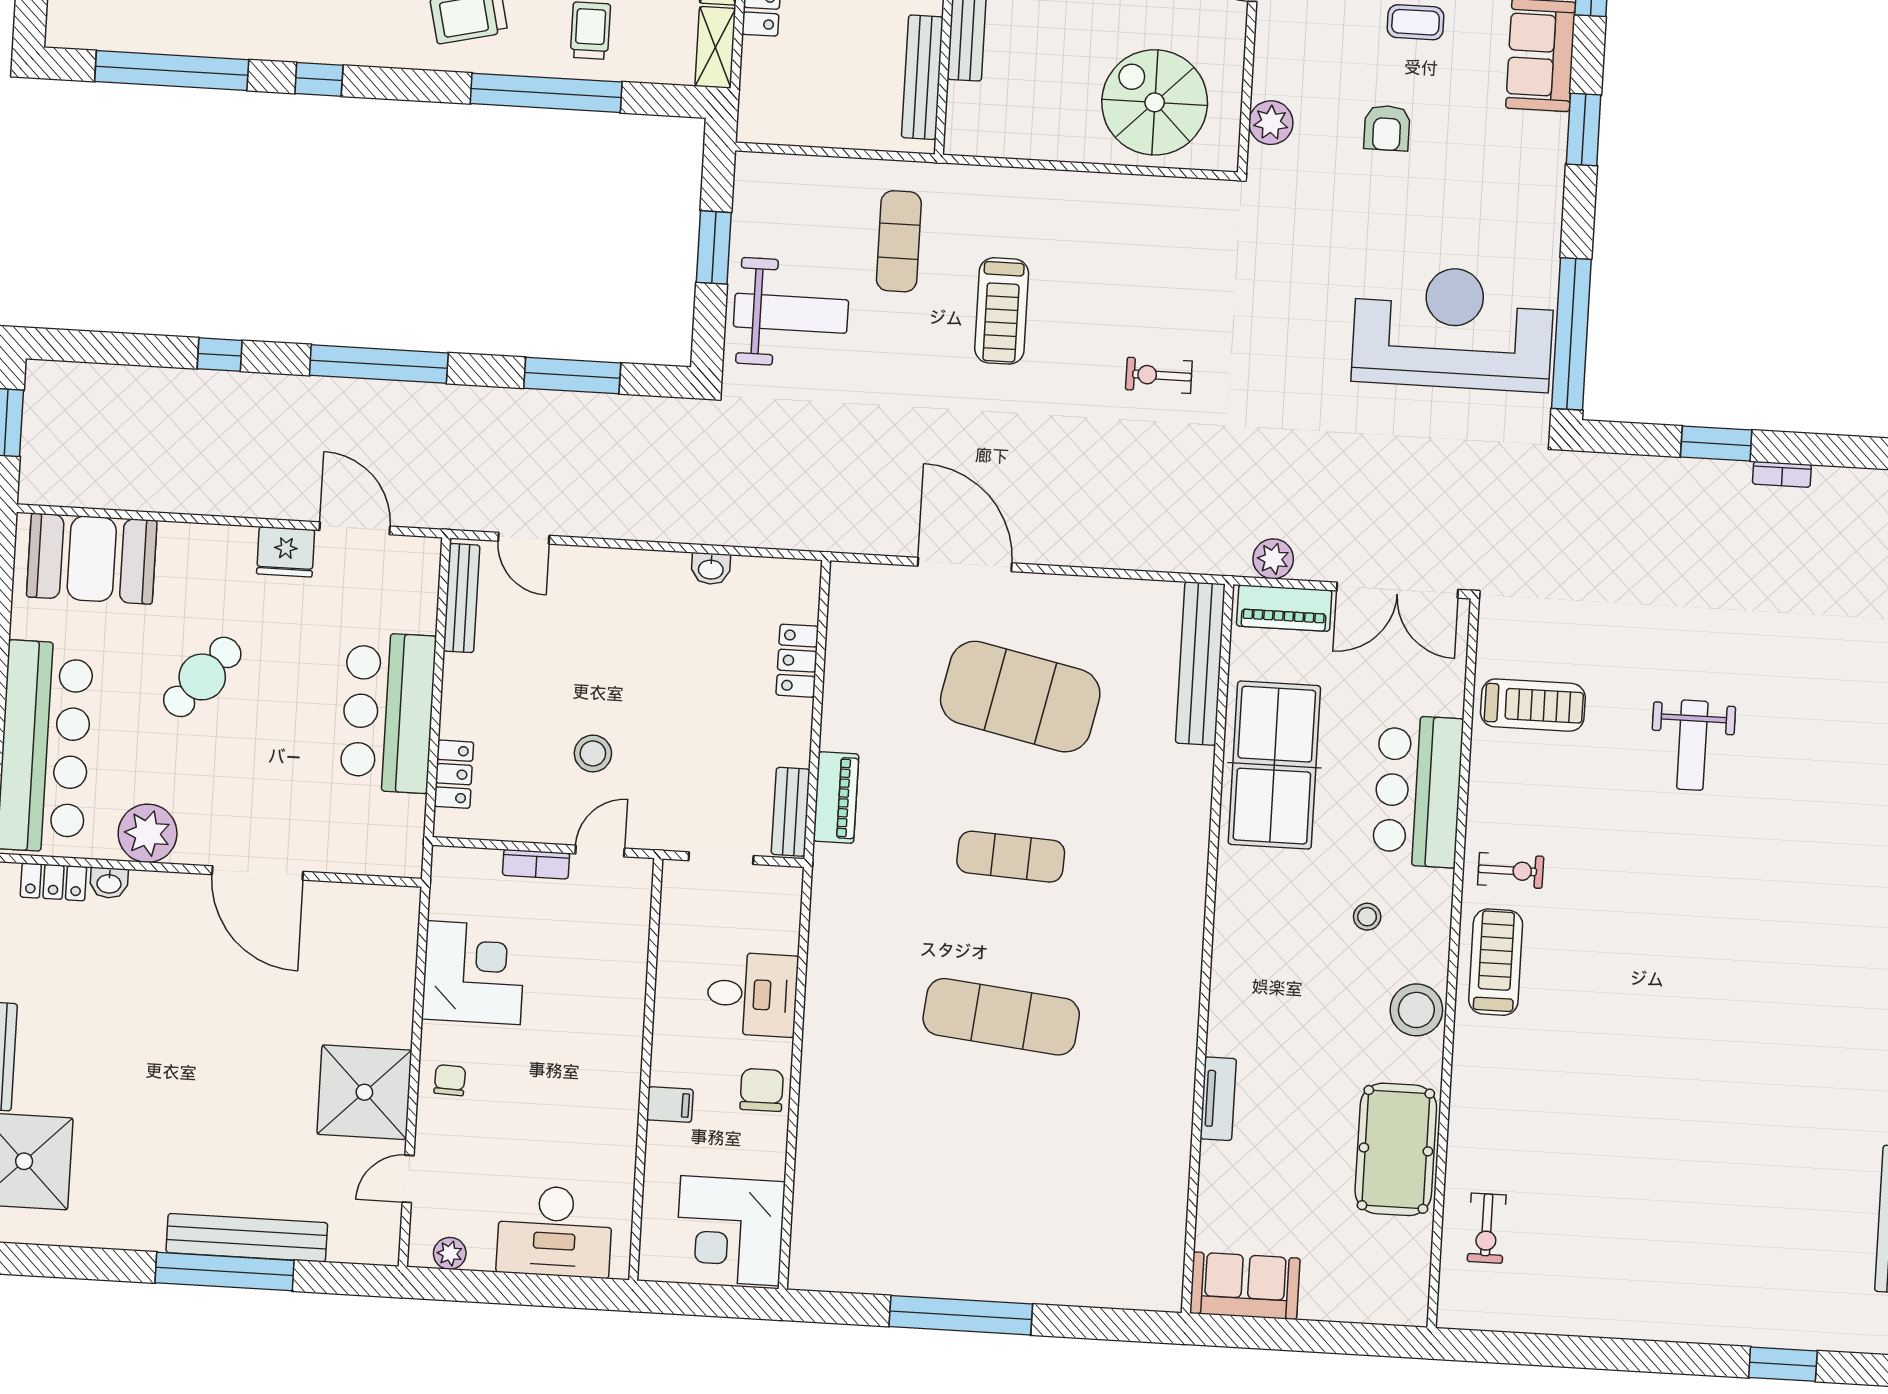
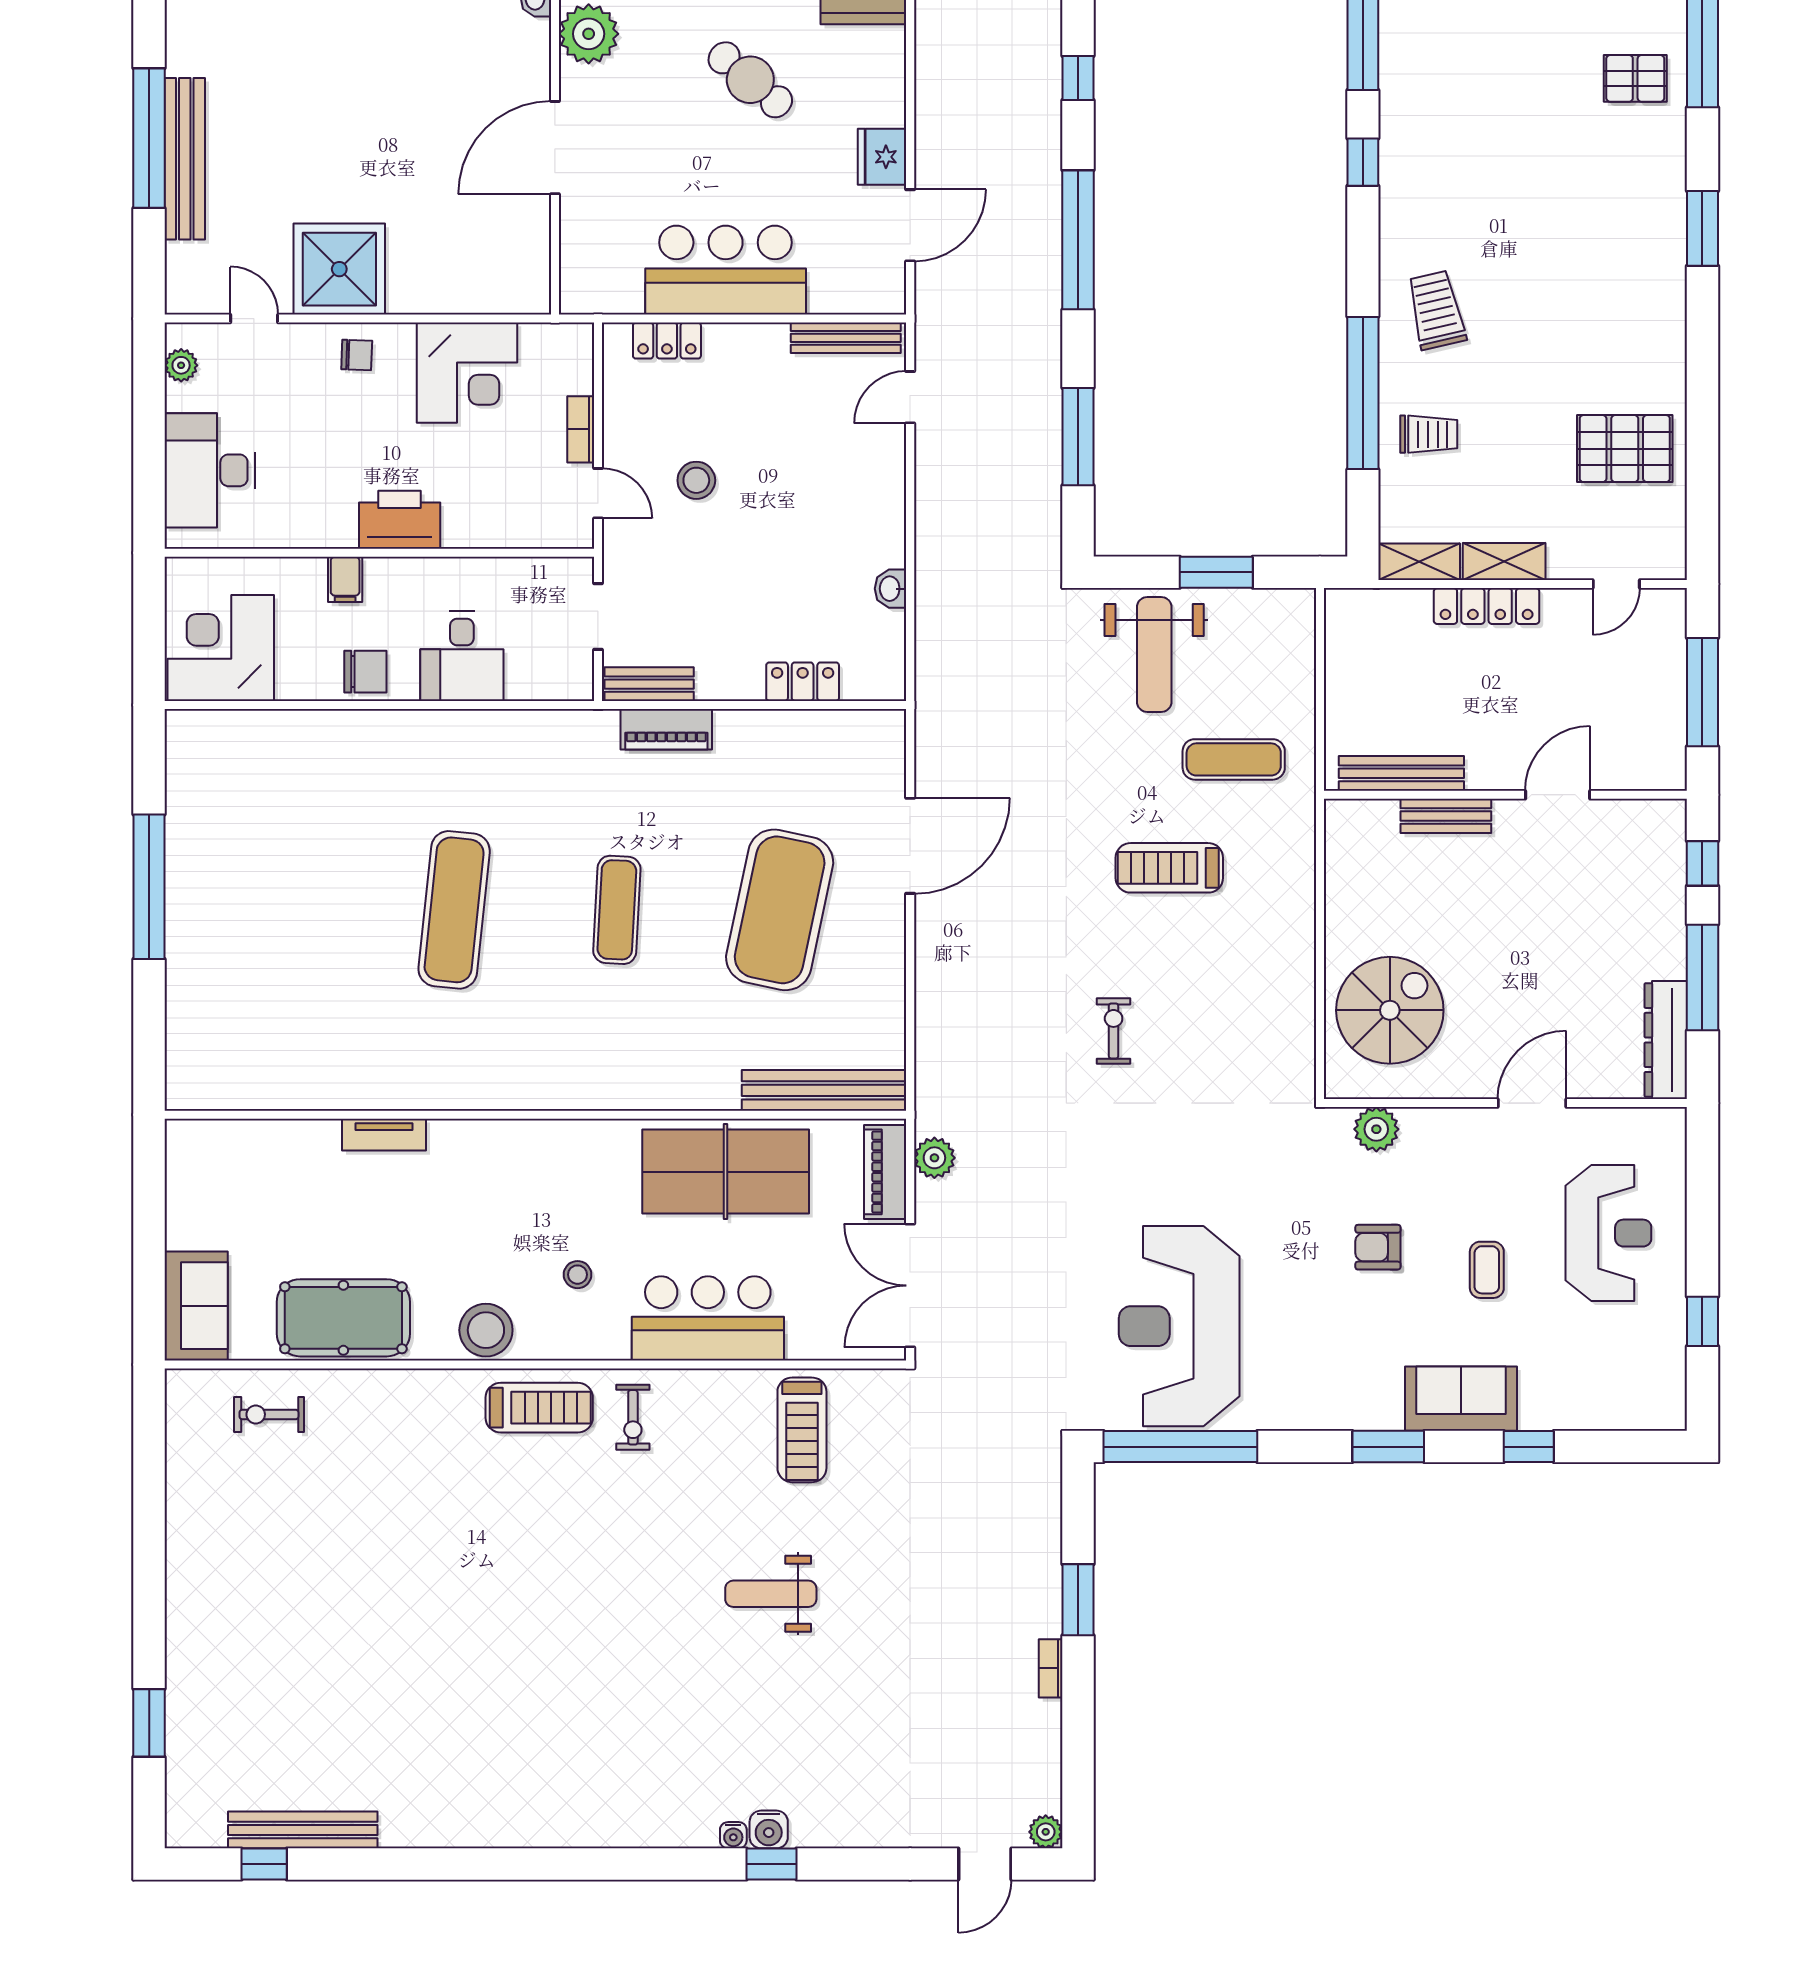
reception desk: (1453, 328) -> (1179, 1326), turned 180
printer: (614, 1048) -> (400, 520), added
sofa: (1245, 1286) -> (196, 1306), moved

